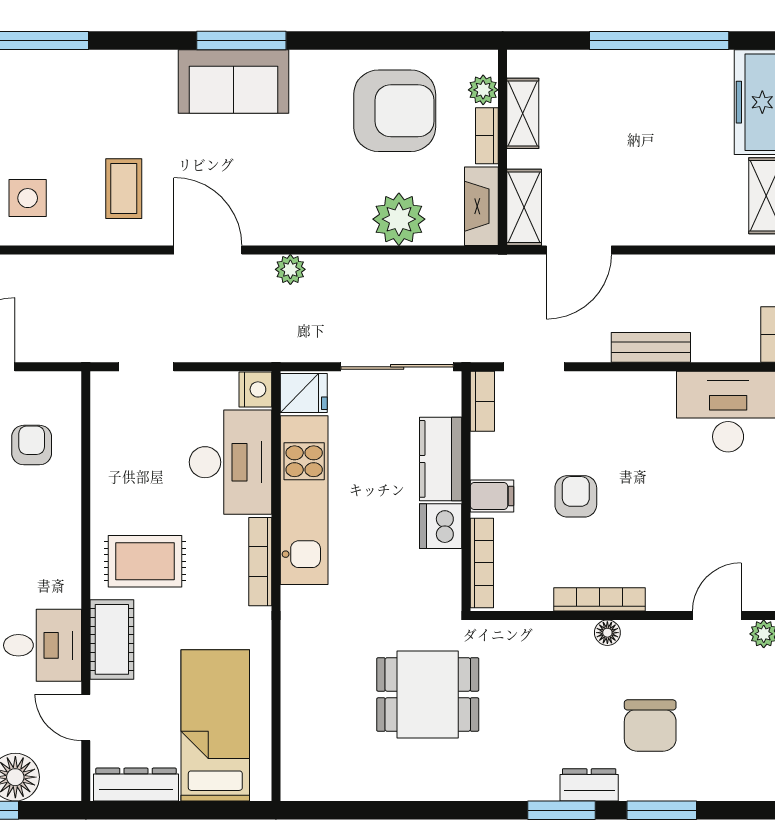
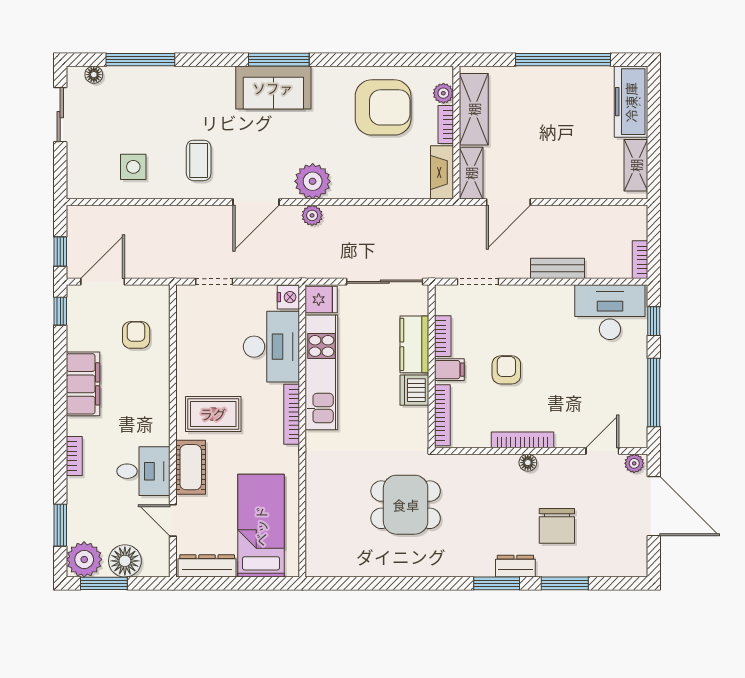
shelving: (523, 113) -> (474, 109), width x1.50, depth x1.33
plant: (399, 219) -> (313, 181), moved
door: (208, 250) -> (256, 202), swing flipped
bookcase: (482, 401) -> (443, 336), moved

